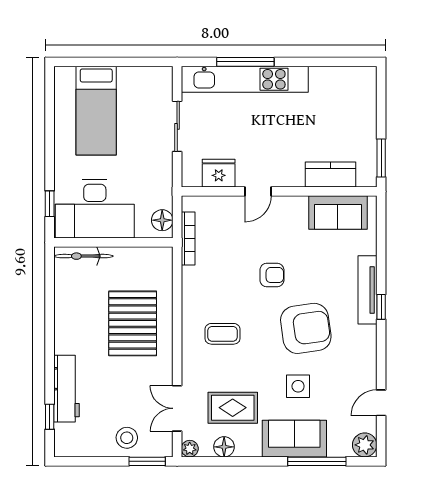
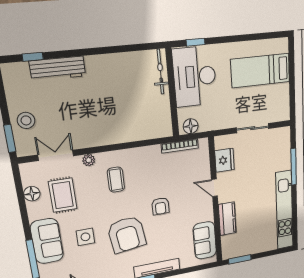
kitchen unit: (245, 79) -> (284, 210), moved
kitchen counter: (331, 175) -> (227, 219), moved
pallet: (133, 323) -> (115, 114), removed
plant: (190, 449) -> (89, 160), moved

